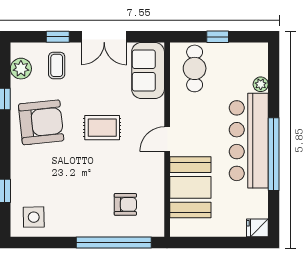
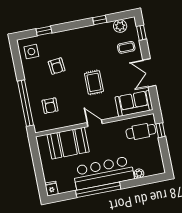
window: (58, 37) -> (141, 33), moved
window: (218, 37) -> (161, 130), moved
armchair: (41, 122) -> (57, 66), moved, width x0.53, depth x0.53

